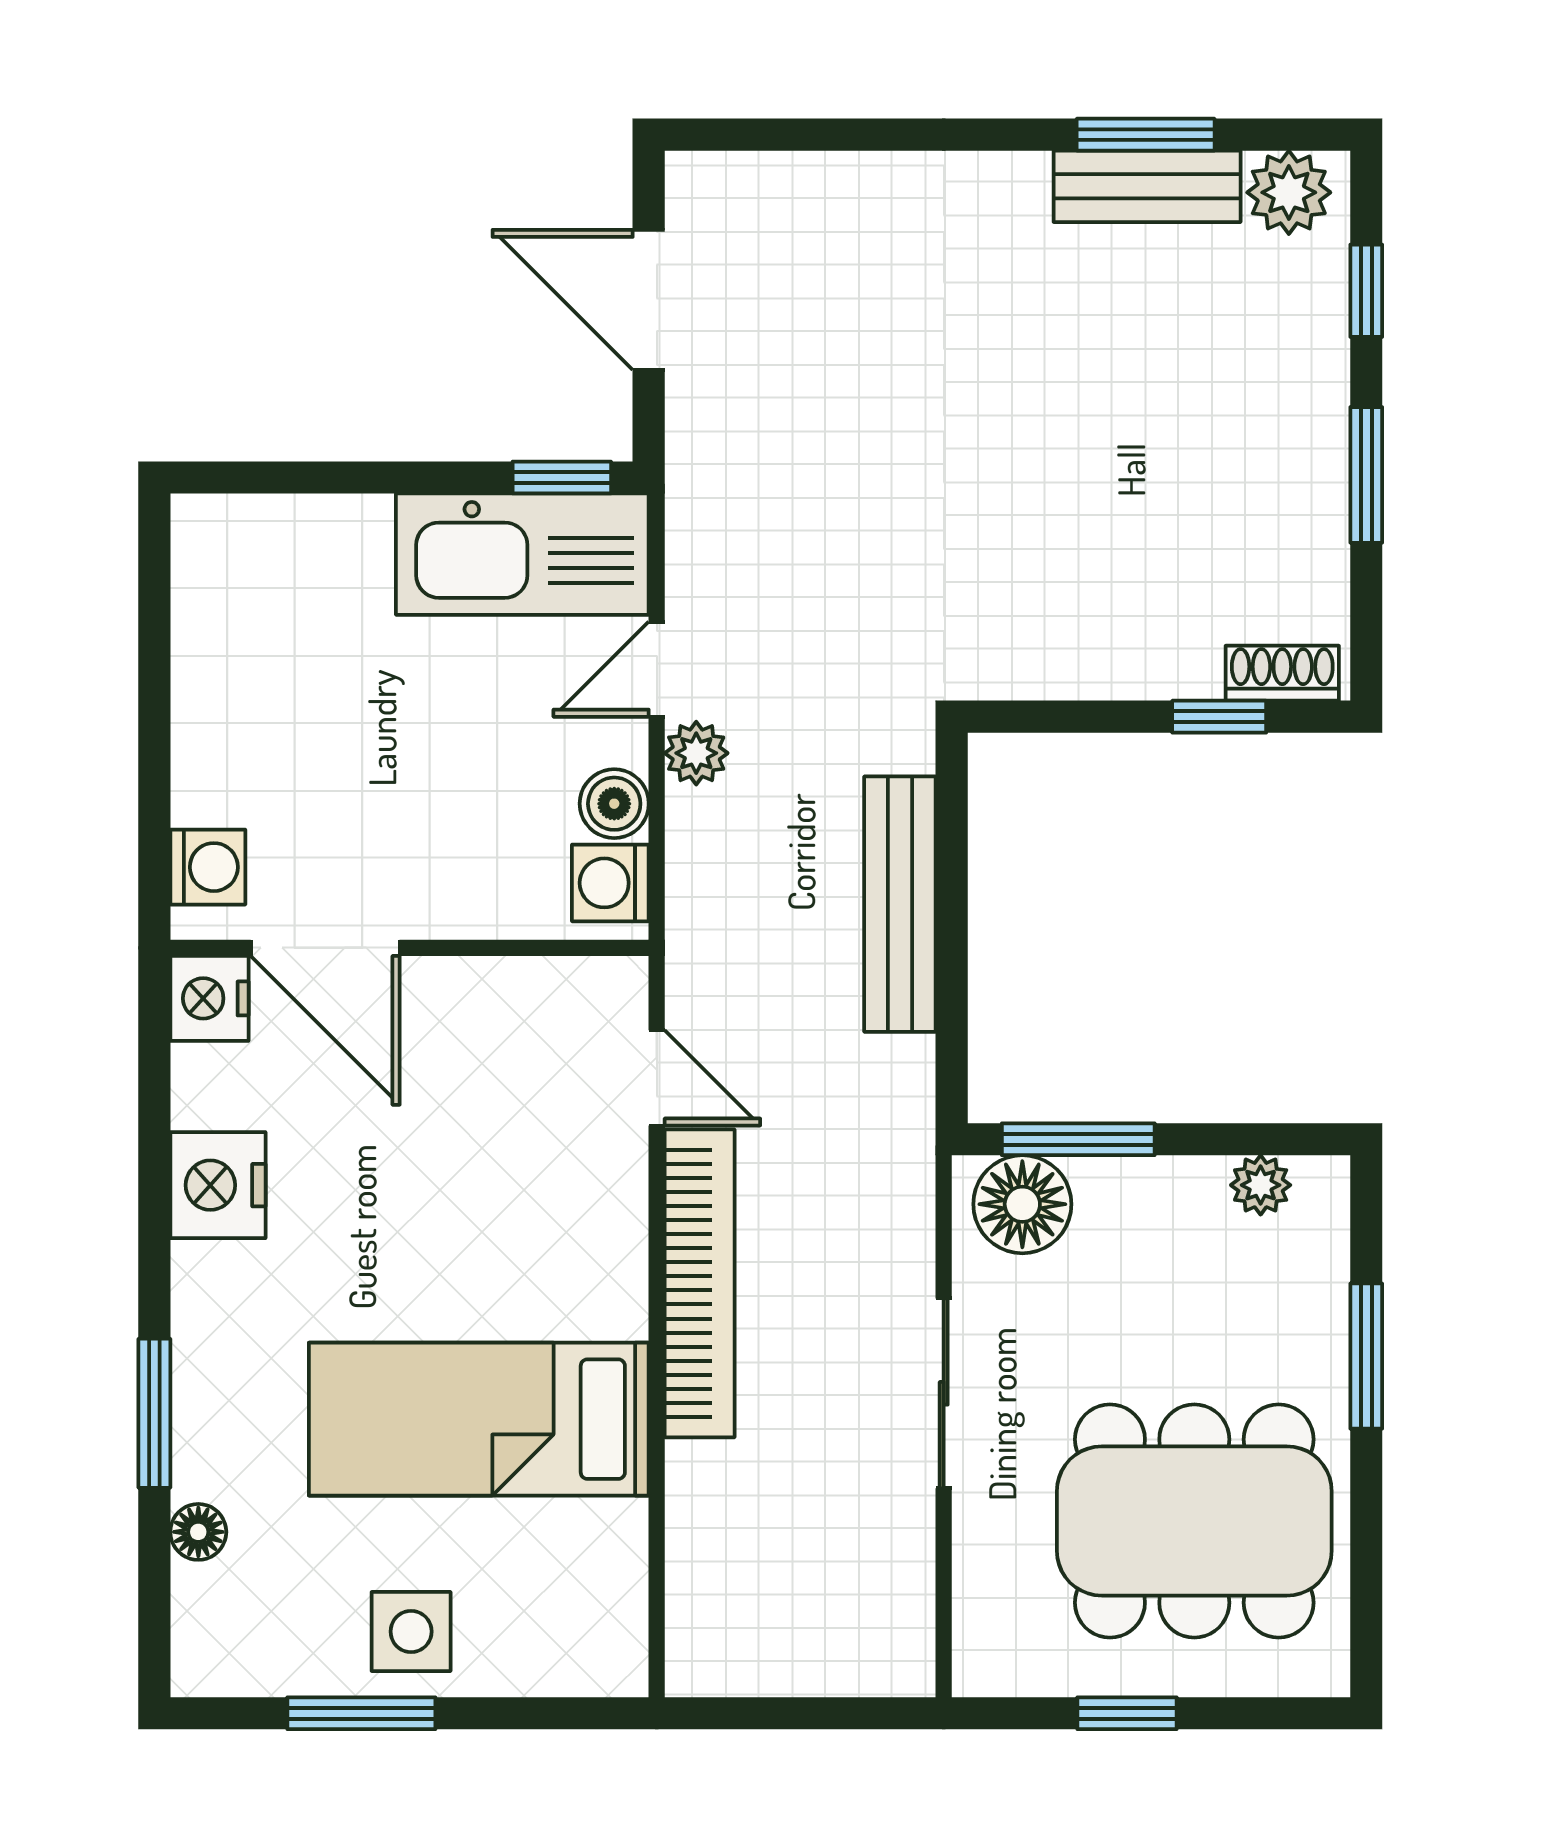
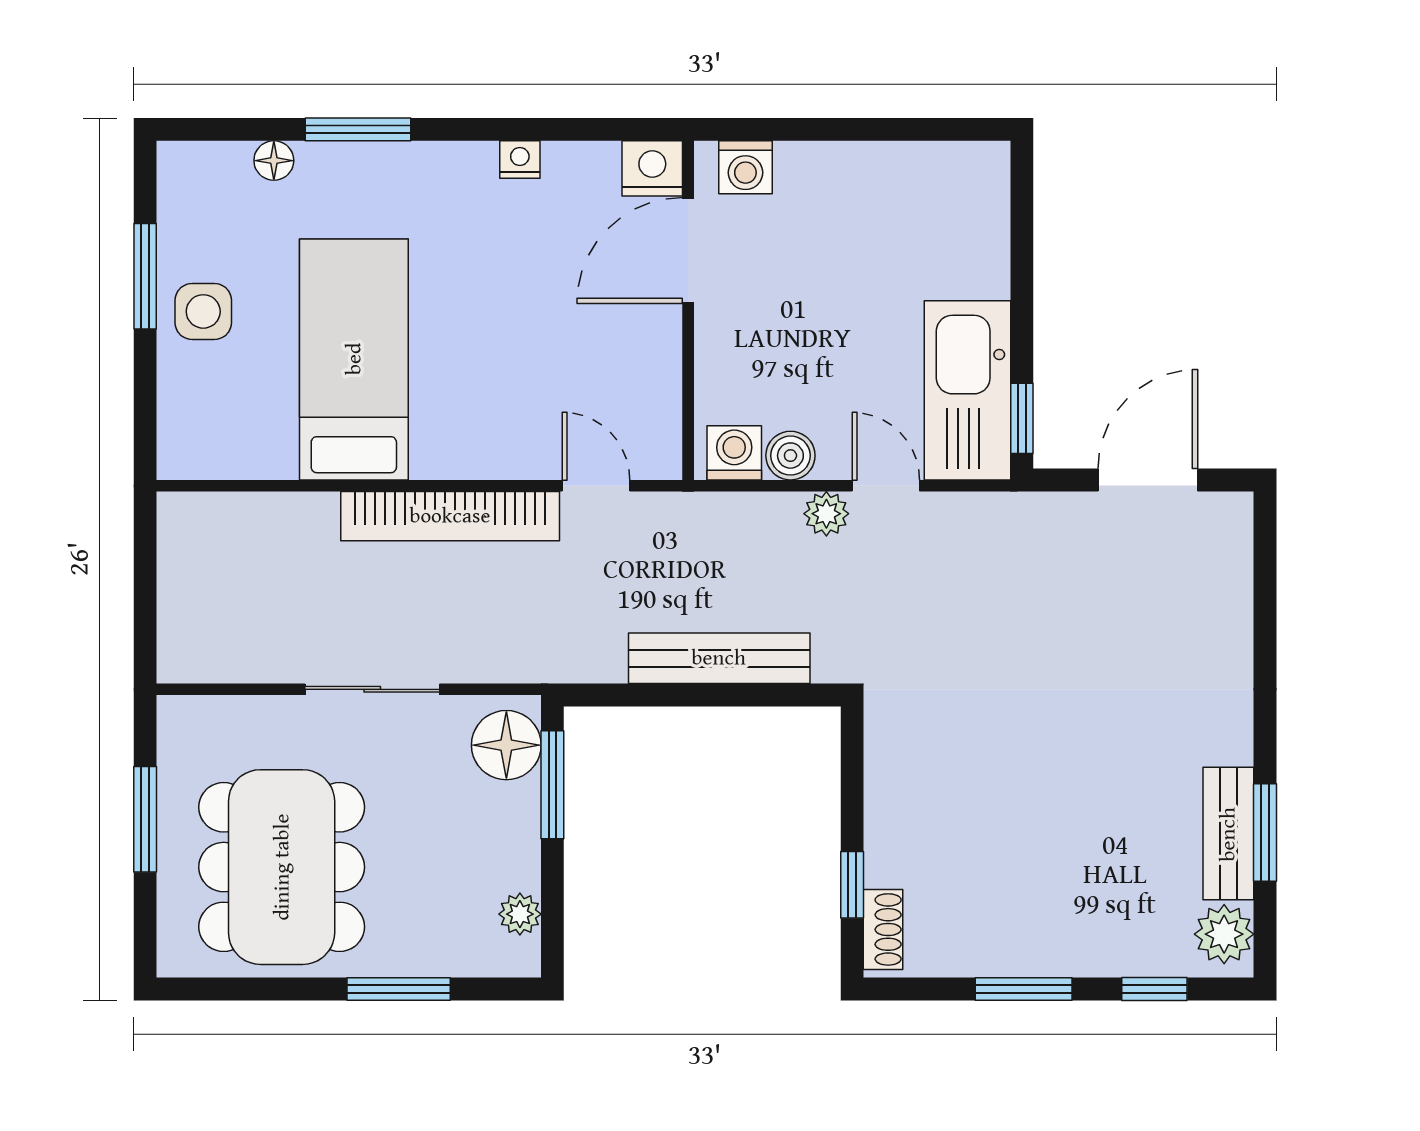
door: (657, 1078) -> (596, 486), swing flipped
nightstand: (218, 1185) -> (520, 160), width x0.53, depth x0.56
window: (1127, 1713) -> (145, 819), width x1.50

